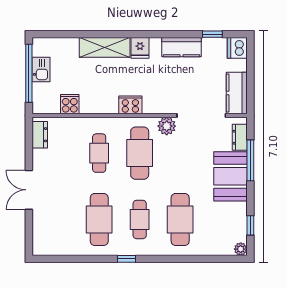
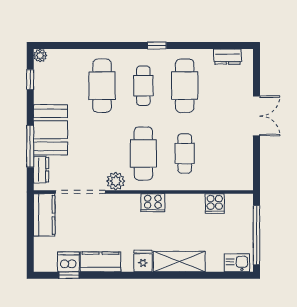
dishwasher: (237, 48) -> (68, 262), moved, turned -90
kitchen sink: (41, 70) -> (237, 263), moved, turned 90
dresser: (40, 135) -> (228, 57), moved, turned -90

